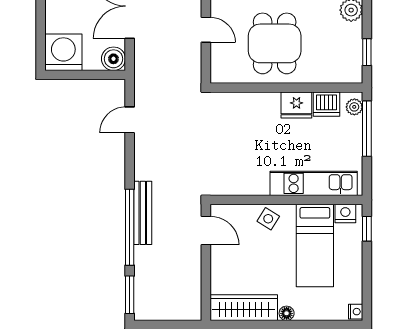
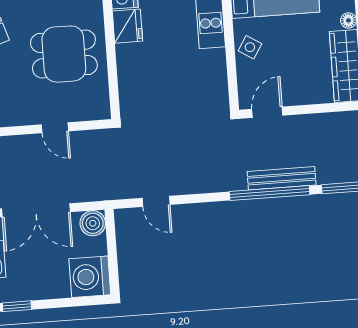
door: (206, 30) -> (55, 128), swing flipped
bench: (143, 213) -> (282, 178), moved

